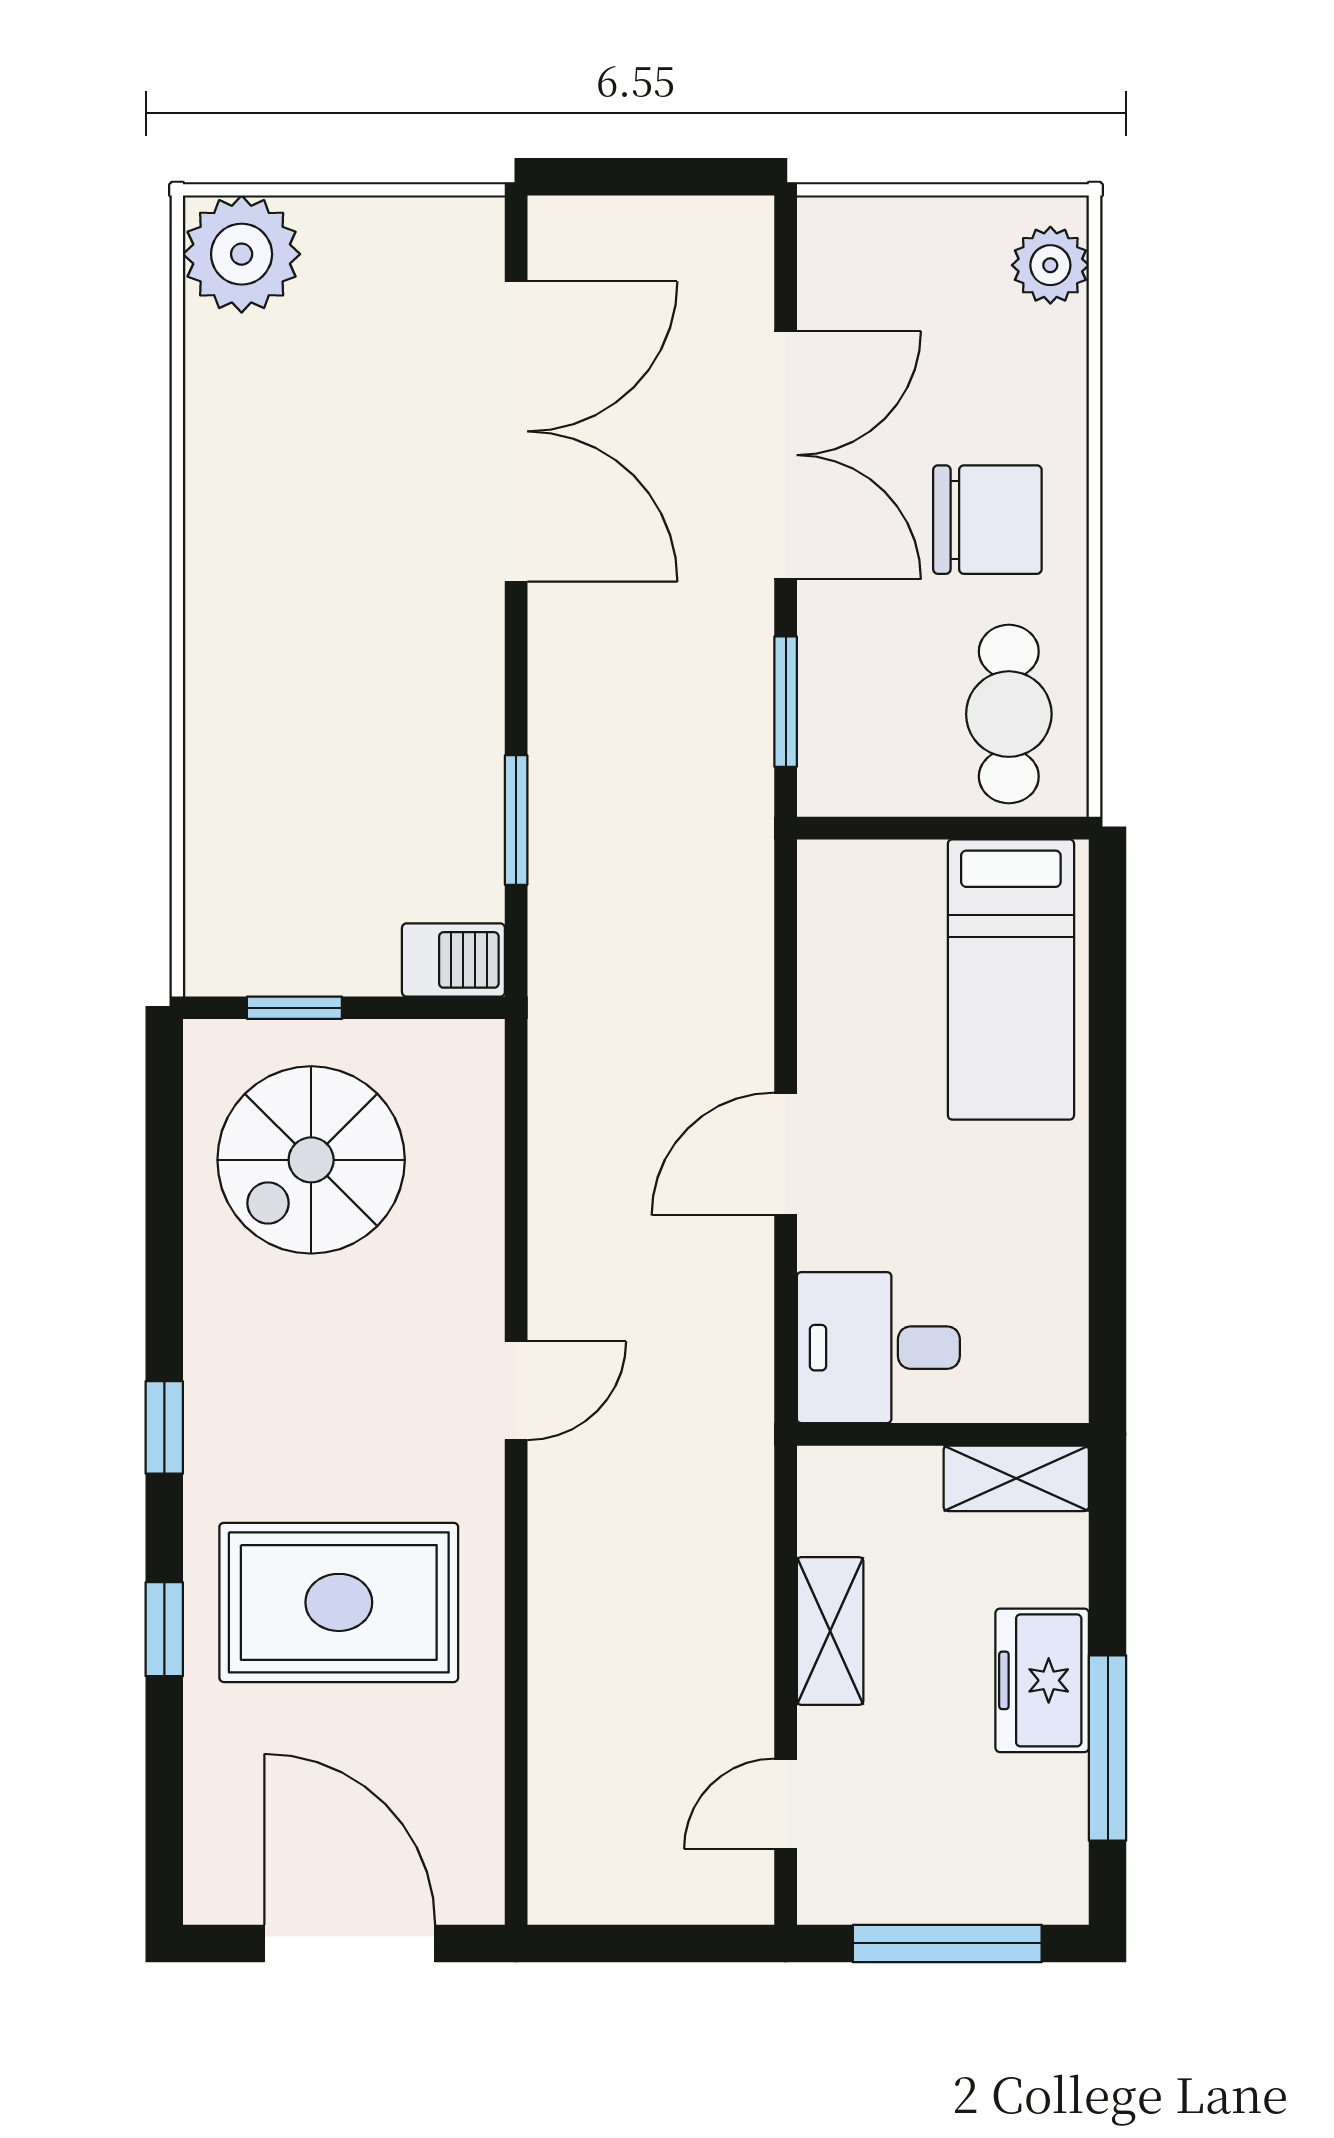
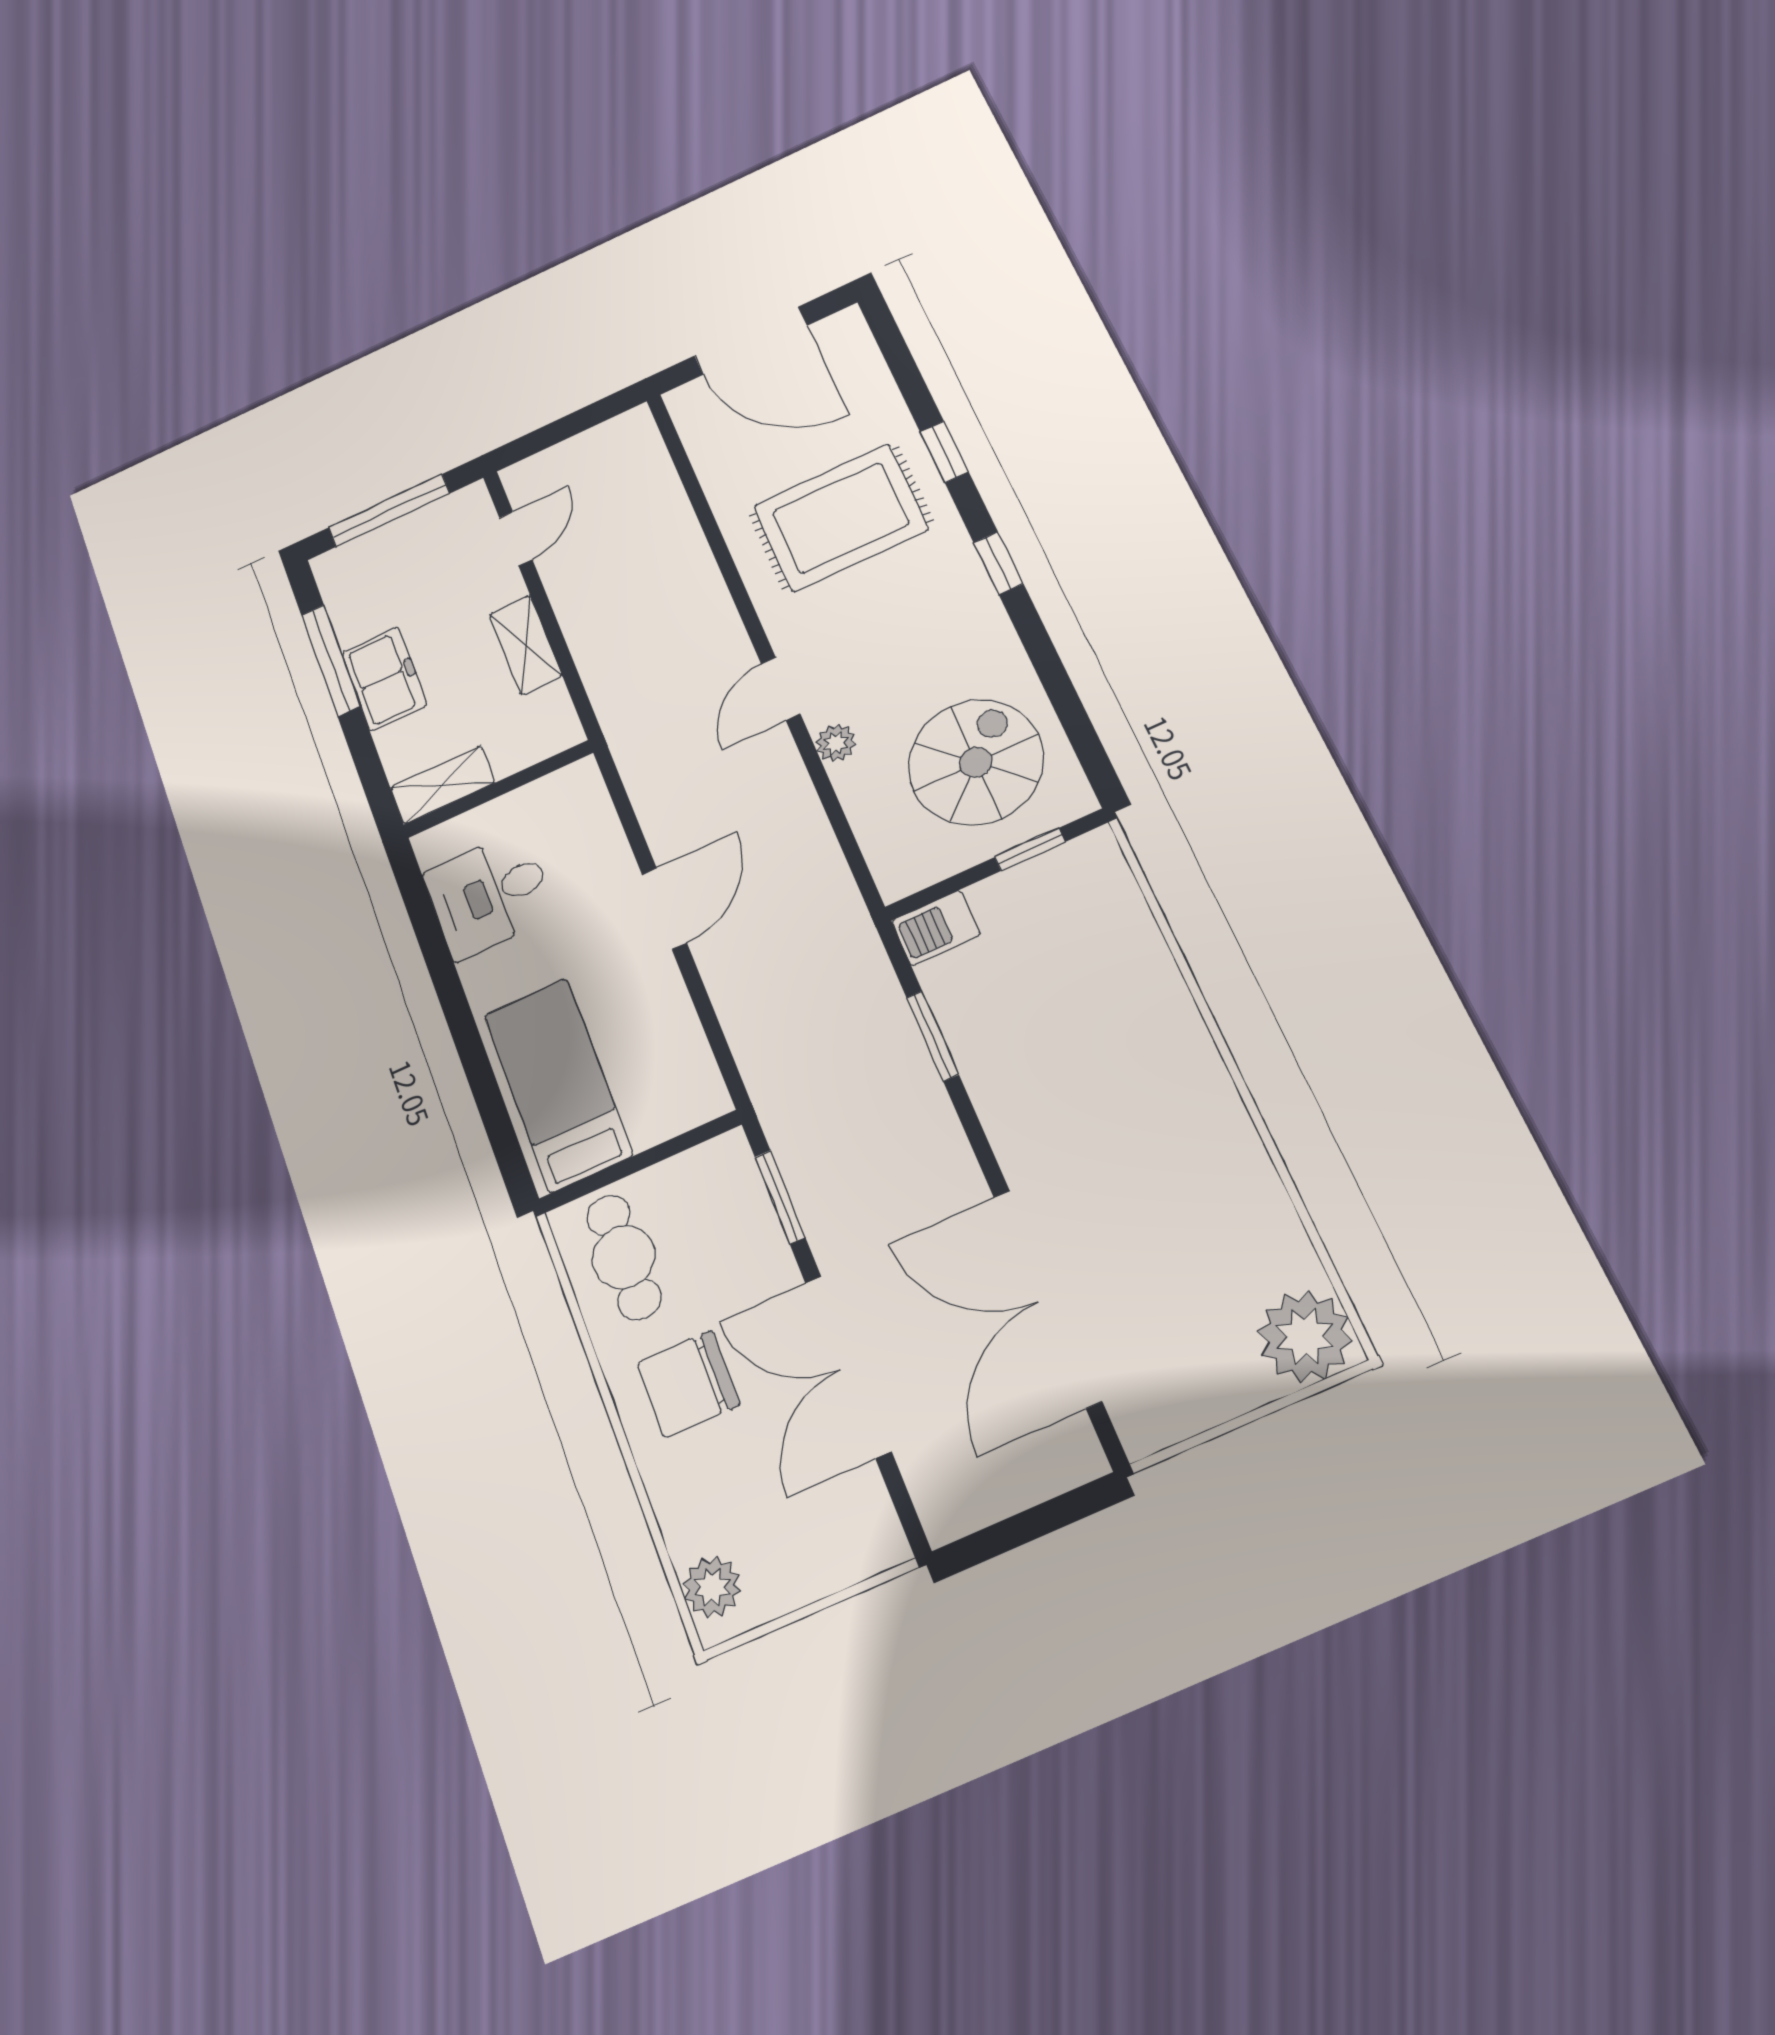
plant: (476, 1276) -> (836, 743), added
desk: (878, 1348) -> (490, 894), moved, turned 180

